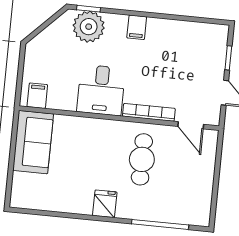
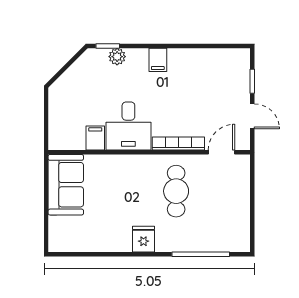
plant: (89, 27) -> (117, 57), width x0.53, depth x0.53
filing cabinet: (37, 96) -> (95, 138), moved
door: (191, 125) -> (221, 152), swing flipped

